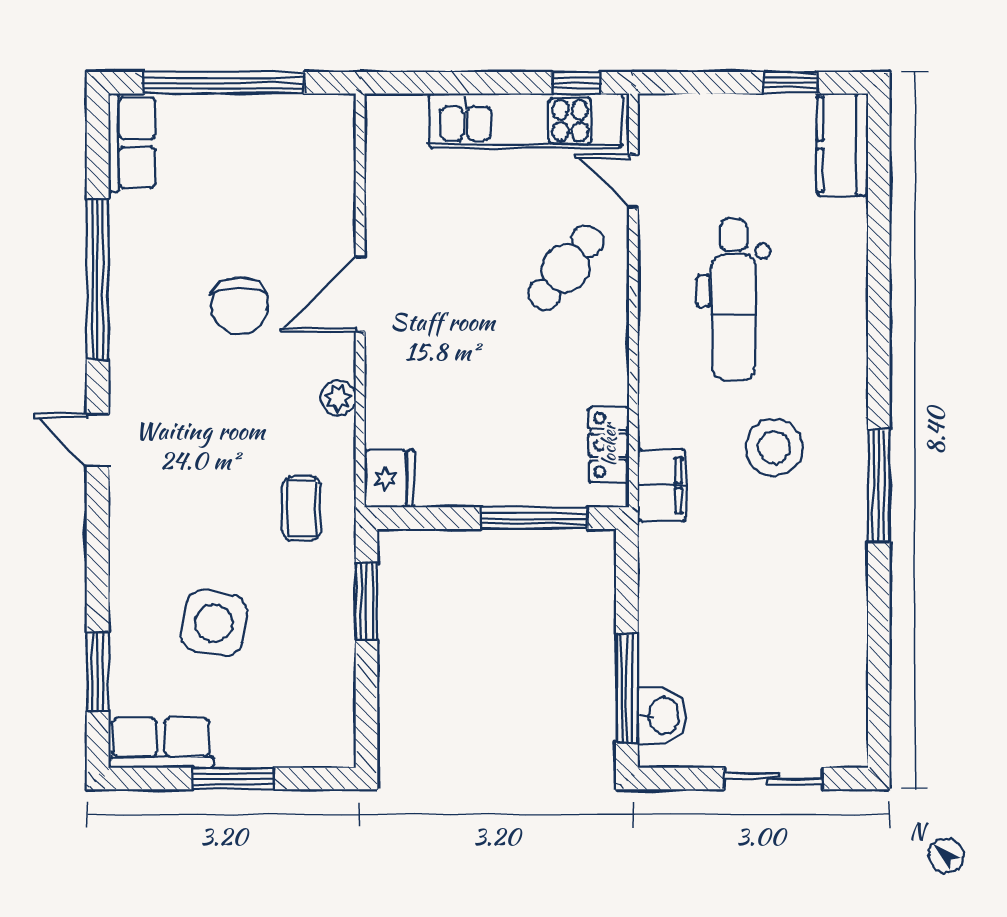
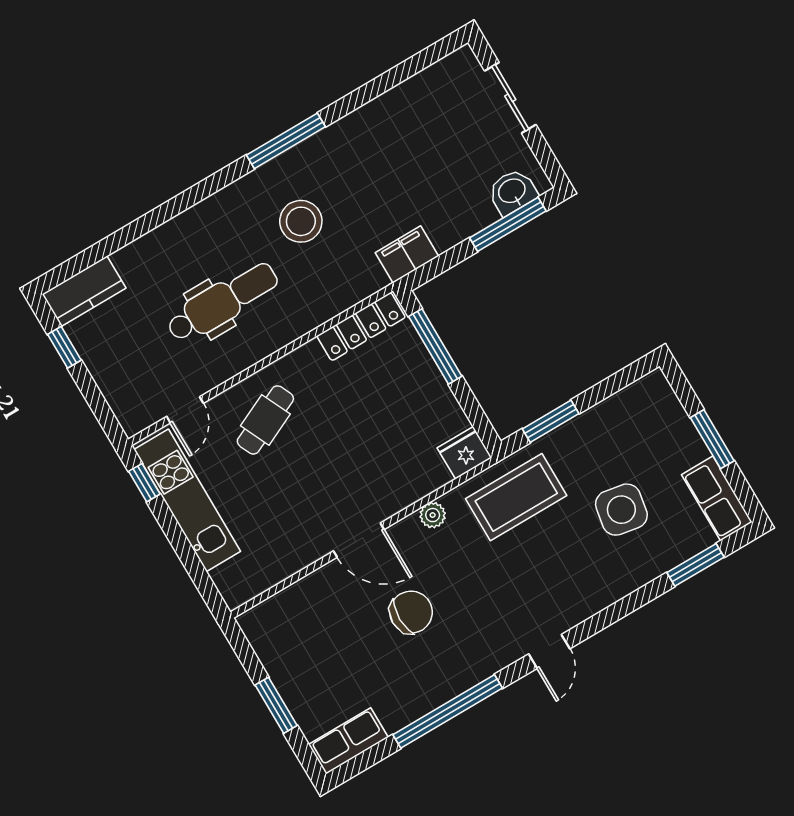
window: (224, 83) -> (276, 705), width x0.47
cafe table: (566, 268) -> (265, 420), turned -64
locker: (609, 445) -> (361, 327), width x1.53
filing cabinet: (662, 485) -> (407, 254), moved
coffee table: (301, 509) -> (516, 497), width x1.86, depth x1.72

